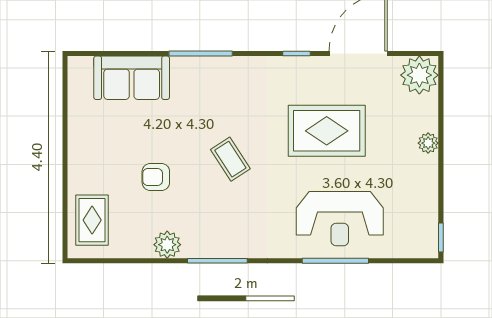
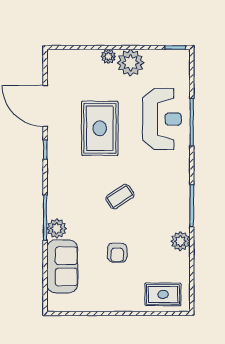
plant: (185, 70) -> (57, 228), added
plant: (419, 75) -> (131, 63), moved
armchair: (156, 177) -> (117, 253), moved

